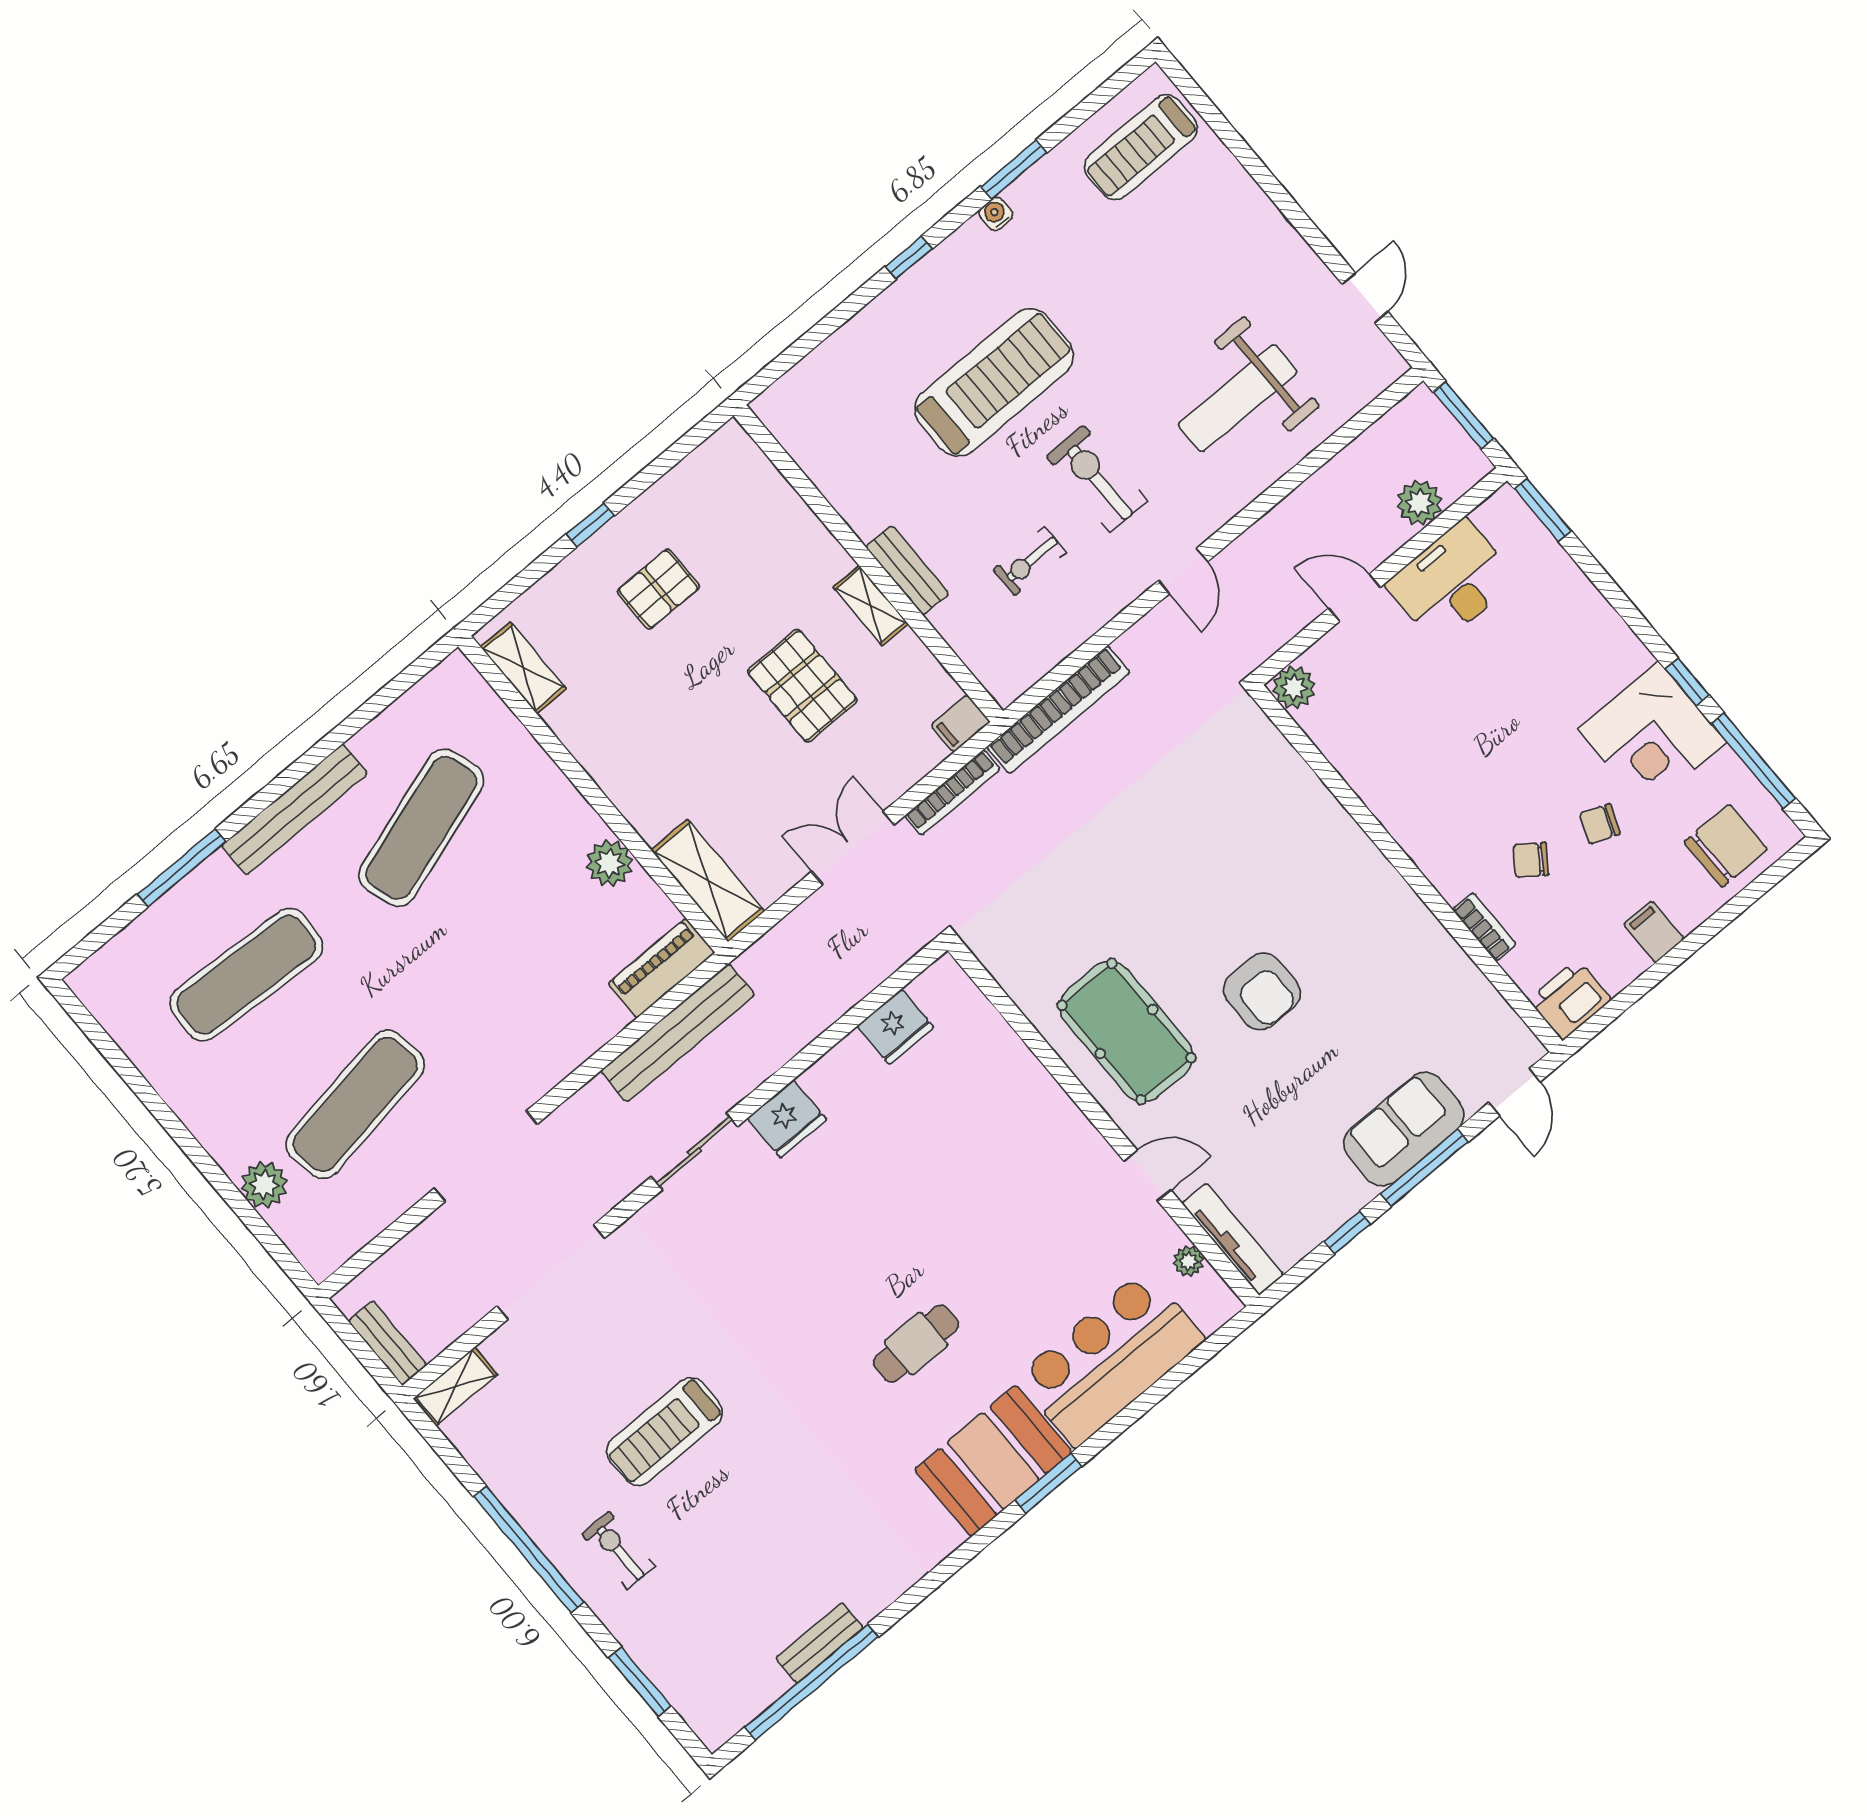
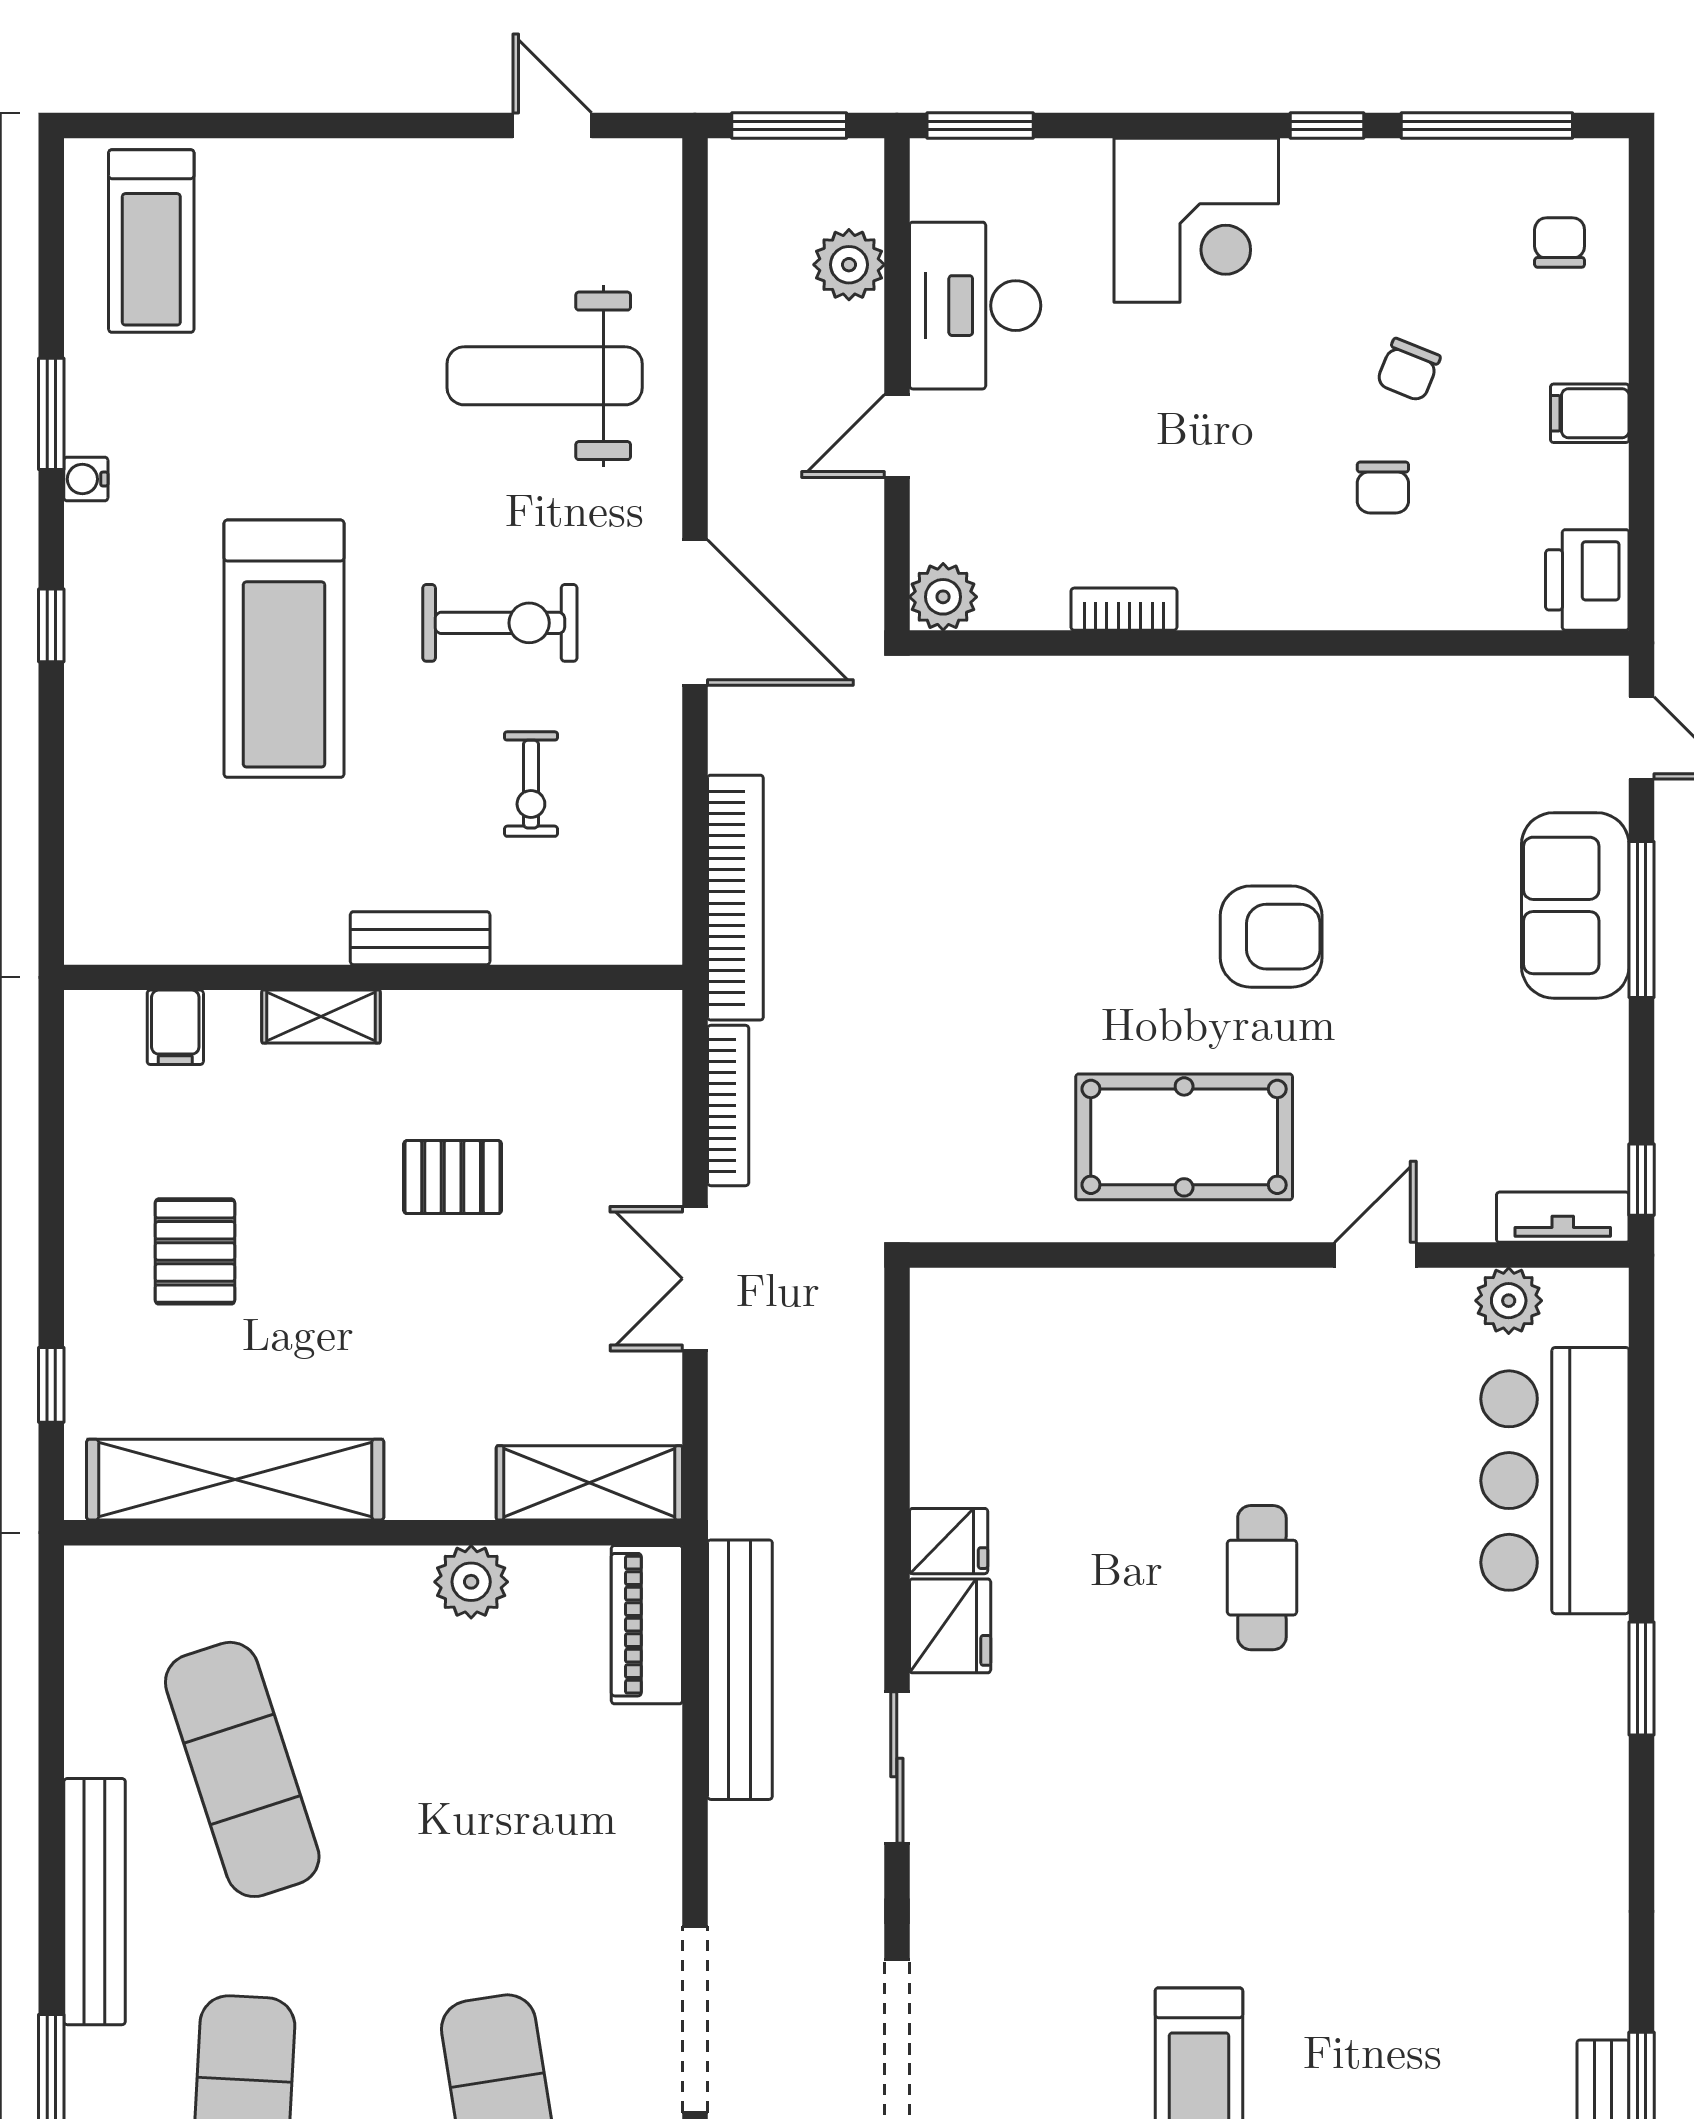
treadmill: (994, 382) -> (284, 649), turned 180
weight bench: (1238, 398) -> (545, 376), turned 90
exercise bike: (1097, 479) -> (500, 623), turned 180
window: (590, 525) -> (51, 1385), moved
door: (1183, 571) -> (695, 613), width x1.88
shelving: (871, 606) -> (321, 1017), moved
shelving: (523, 668) -> (235, 1480), width x2.20, depth x1.33
pallet: (802, 686) -> (453, 1177), width x0.67, depth x0.71
filing cabinet: (960, 723) -> (175, 1027), moved
corner desk: (1652, 736) -> (1196, 220), moved
chair: (1726, 846) -> (1560, 242), width x0.54, depth x0.54
chair: (1531, 860) -> (1383, 488), turned -36
bookcase: (1484, 927) -> (1124, 609), moved
fridge: (895, 1027) -> (949, 1541), moved, width x0.72
window: (1347, 1233) -> (1642, 1180), moved
tv unit: (1233, 1239) -> (1563, 1217), width x0.71
plant: (1188, 1261) -> (1509, 1301), width x1.38, depth x1.38
cafe table: (916, 1343) -> (1262, 1578), moved
booth: (993, 1461) -> (1560, 1721), removed

